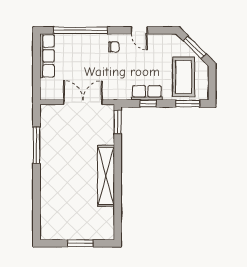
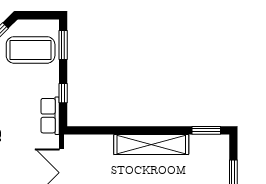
row of seats: (147, 93) -> (50, 116), moved
window: (118, 122) -> (206, 130), moved

